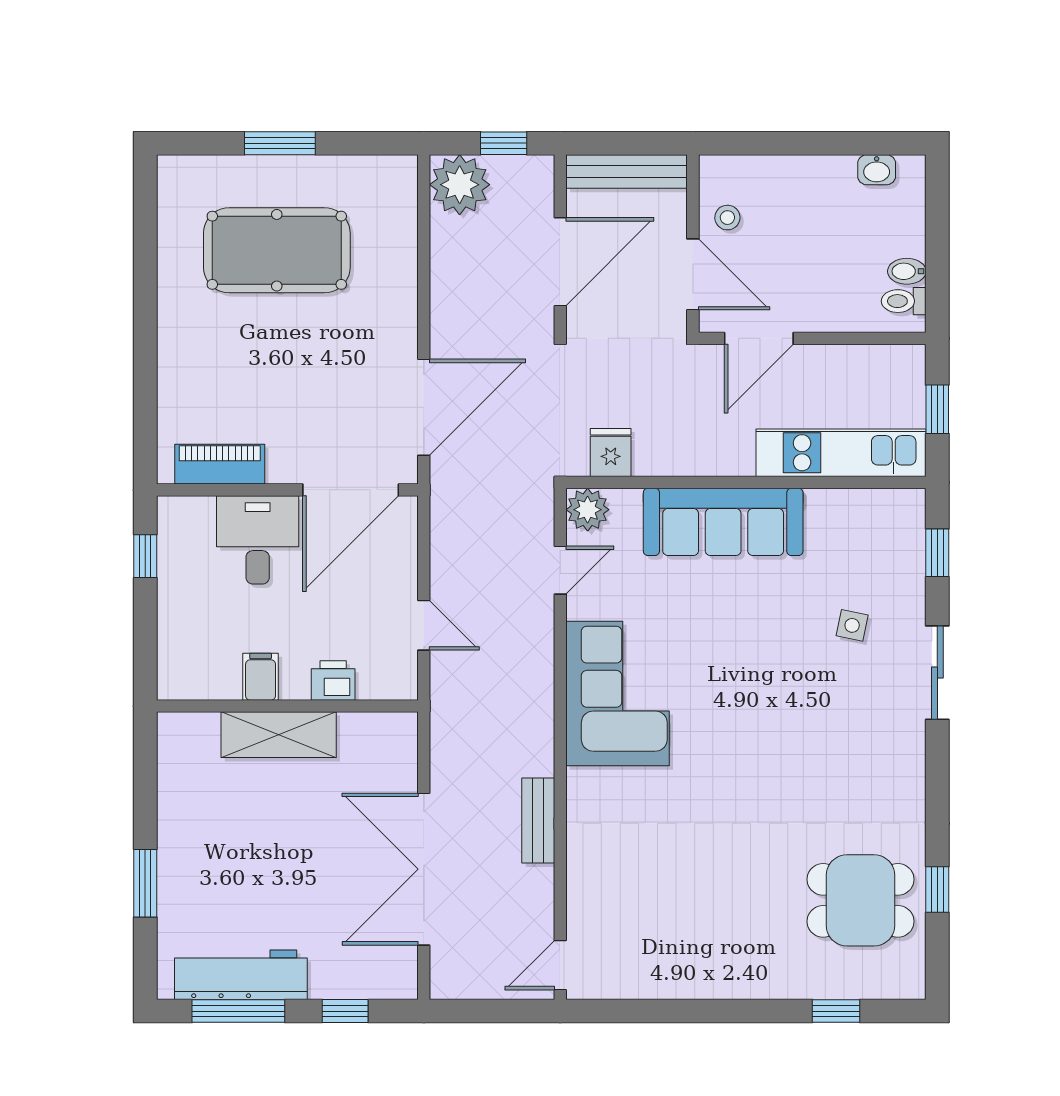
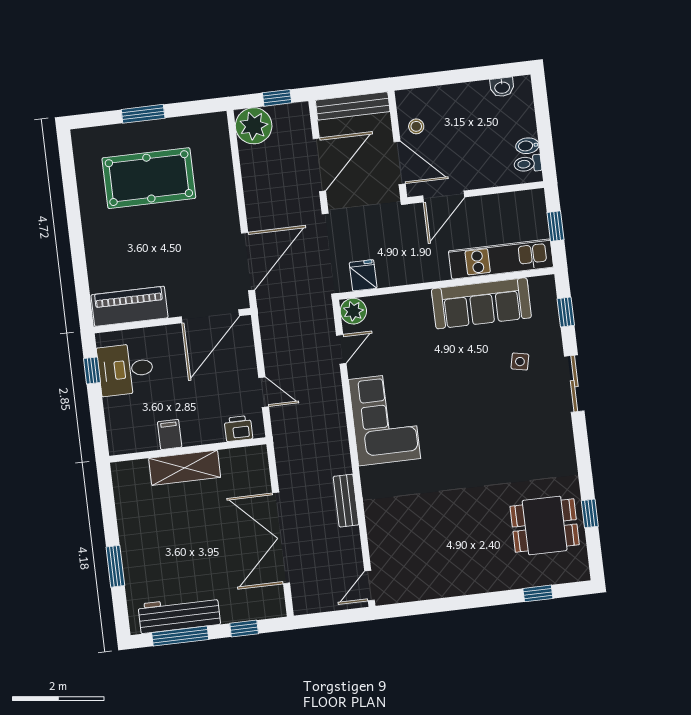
piano: (220, 464) -> (130, 306), width x1.37, depth x1.33
sofa: (723, 522) -> (481, 303), moved
desk: (258, 540) -> (126, 369), moved, turned -90
printer: (333, 680) -> (238, 429), moved

